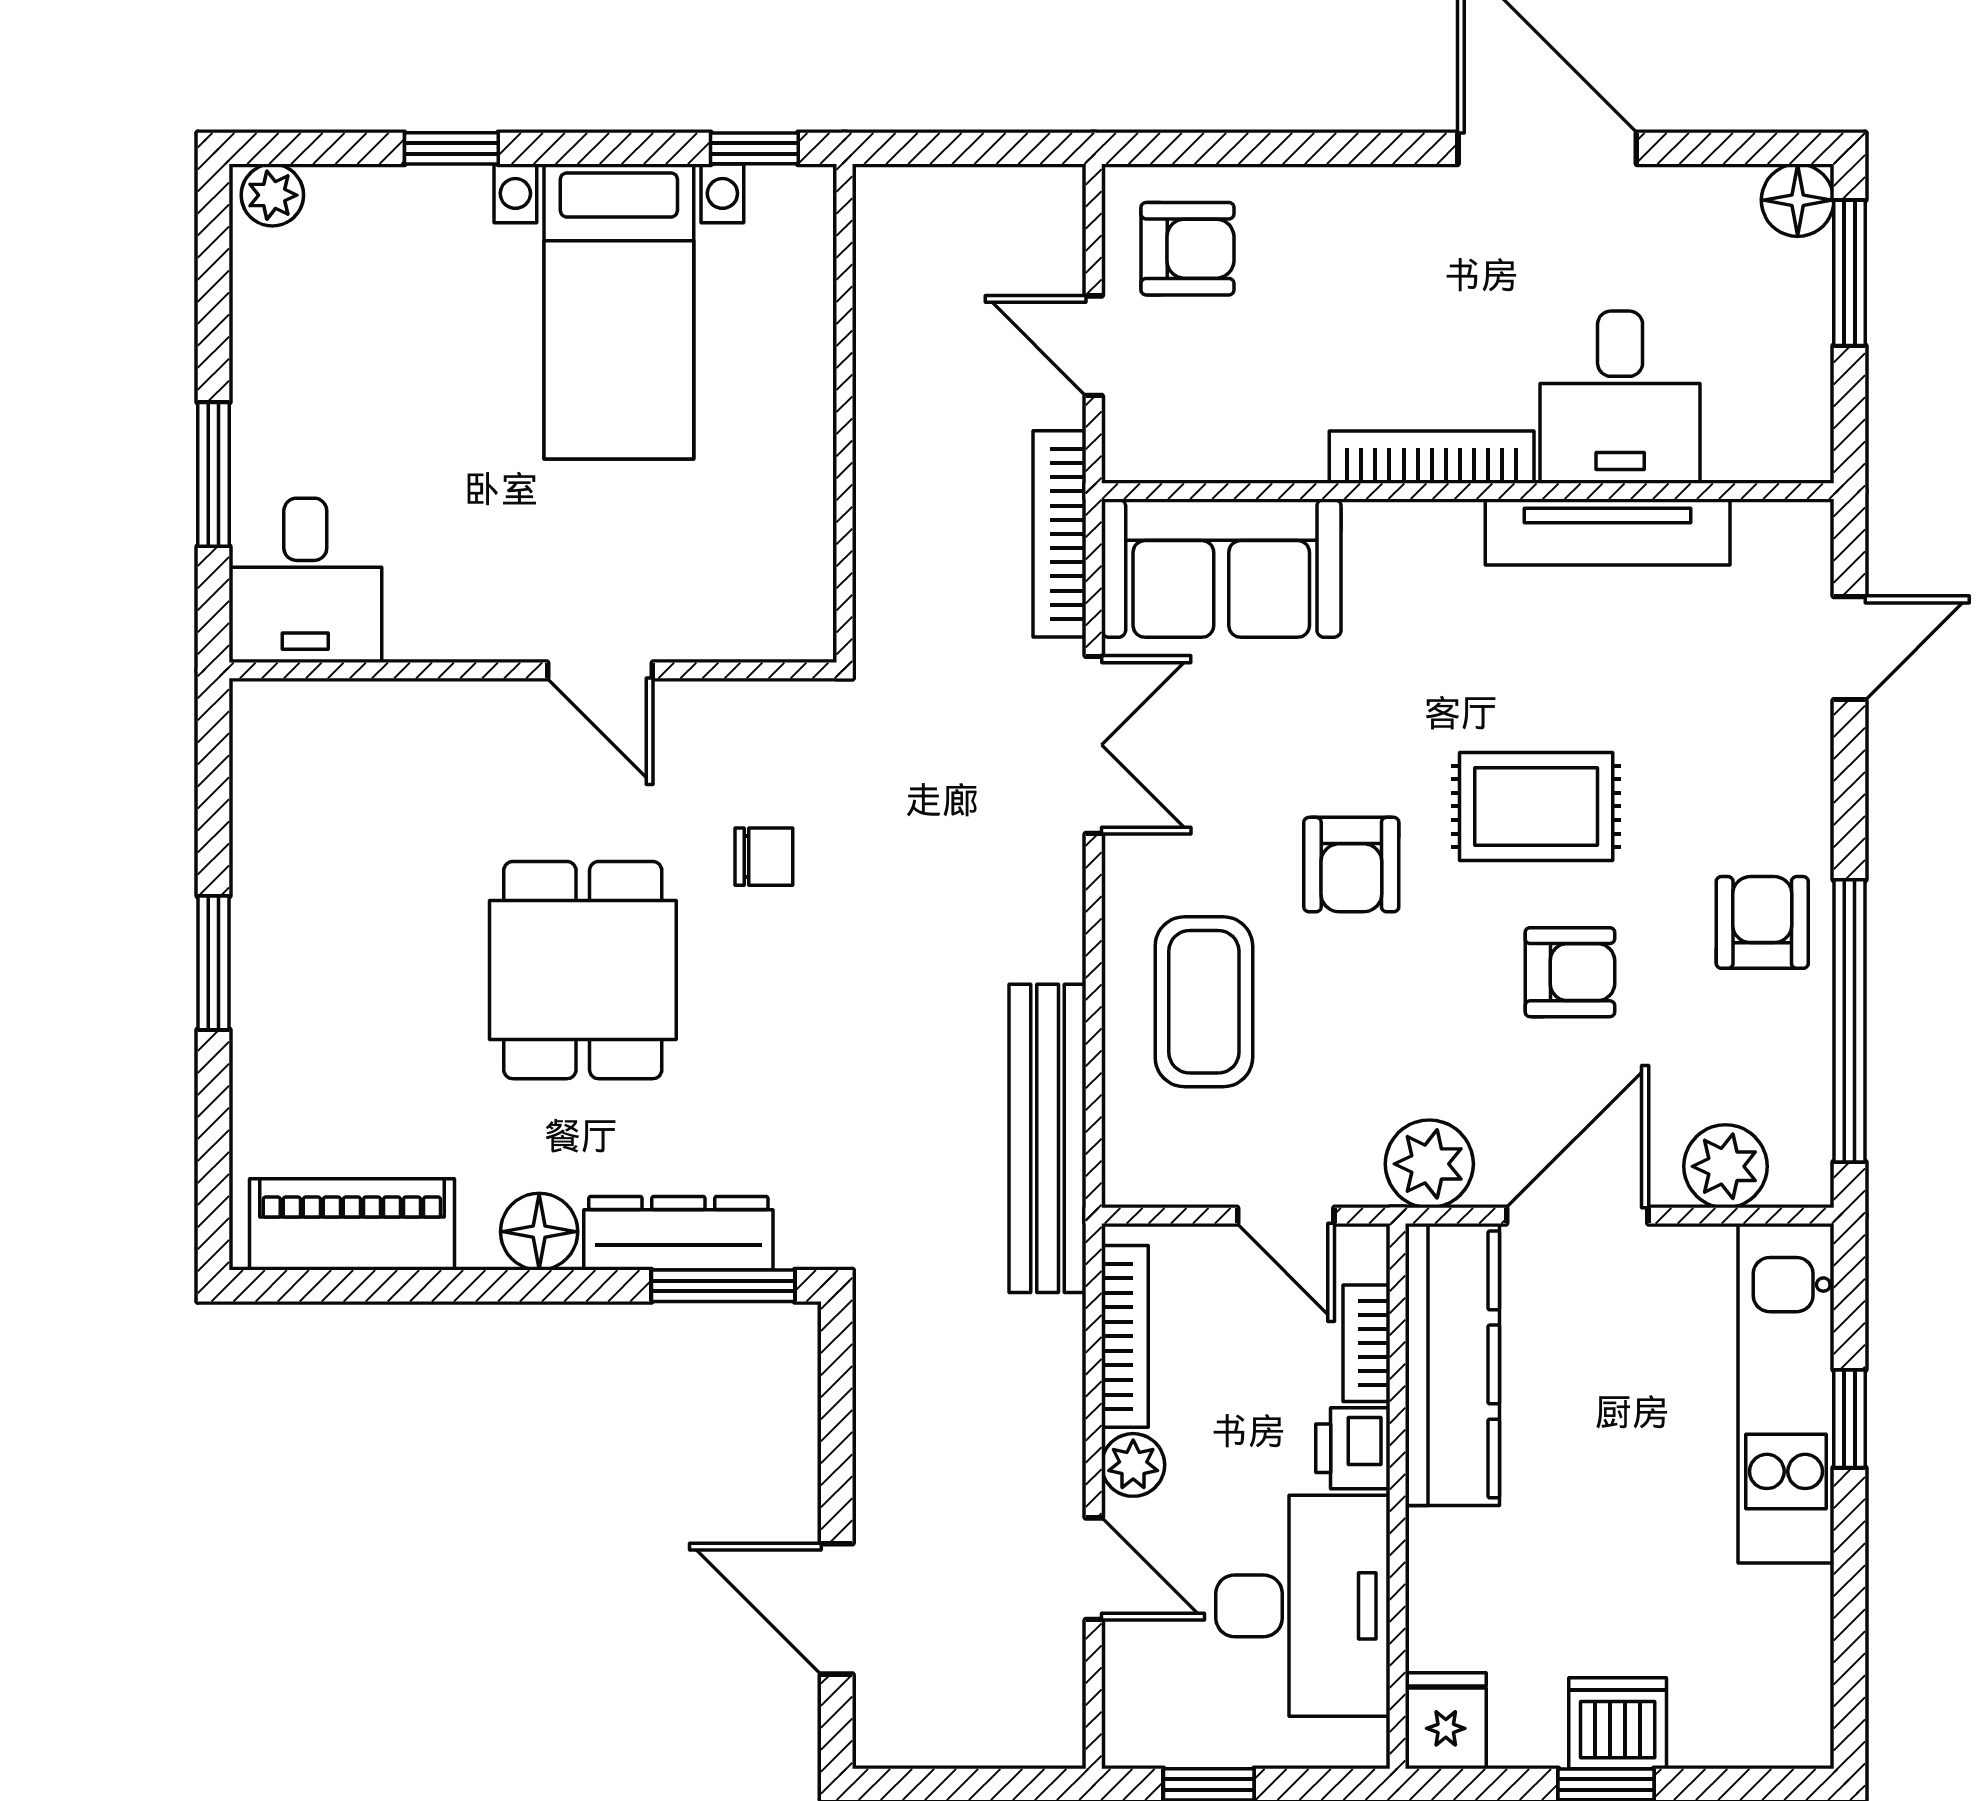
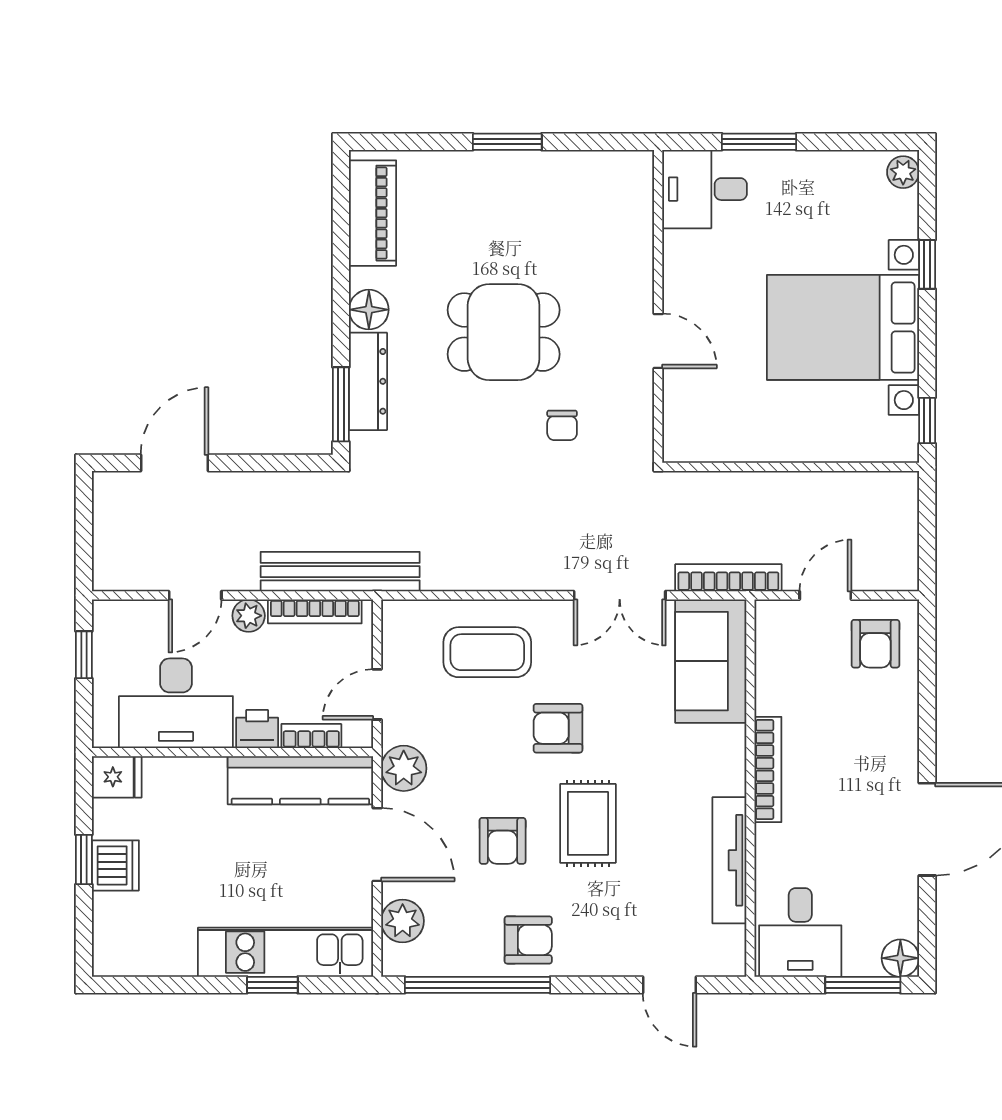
bed with nightstands: (619, 312) -> (843, 327), width x1.36
desk: (1620, 397) -> (800, 932), moved, turned -90
door: (600, 670) -> (658, 341), swing flipped
bench: (1048, 1138) -> (340, 572), moved

